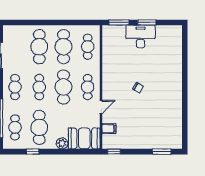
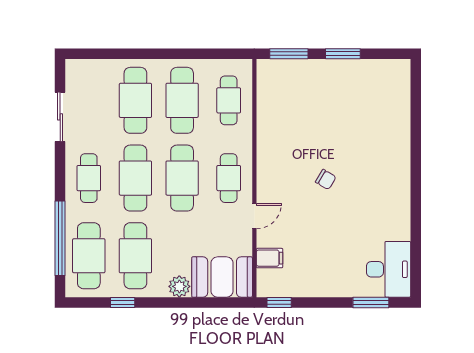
desk: (141, 37) -> (389, 269), moved, turned 90
cafe table: (39, 87) -> (135, 178), width x1.37, depth x1.35
cafe table: (15, 127) -> (89, 256), width x1.37, depth x1.35

